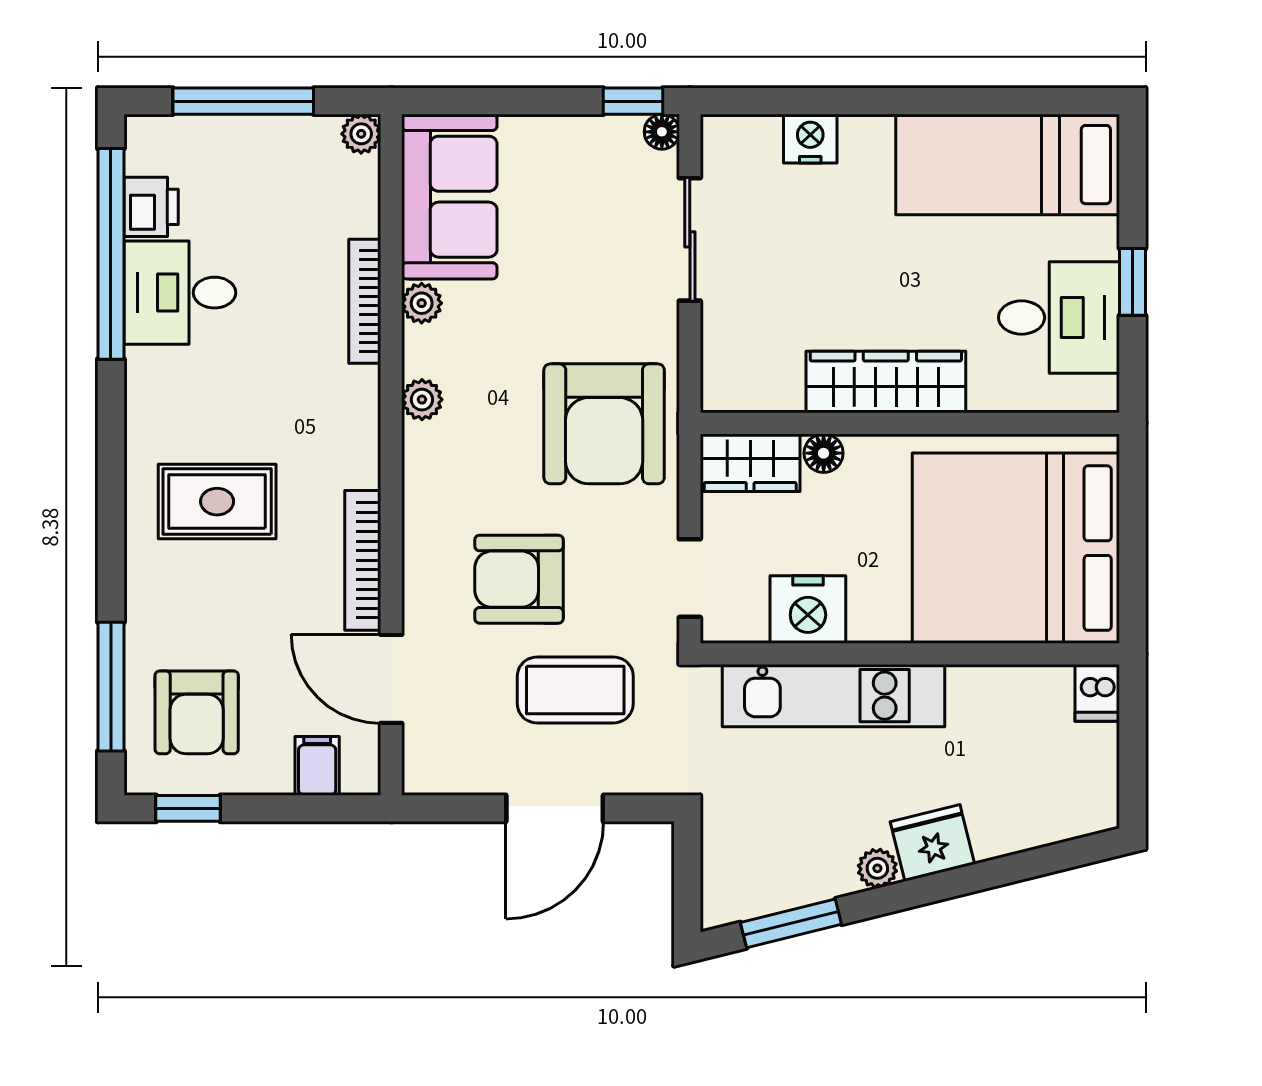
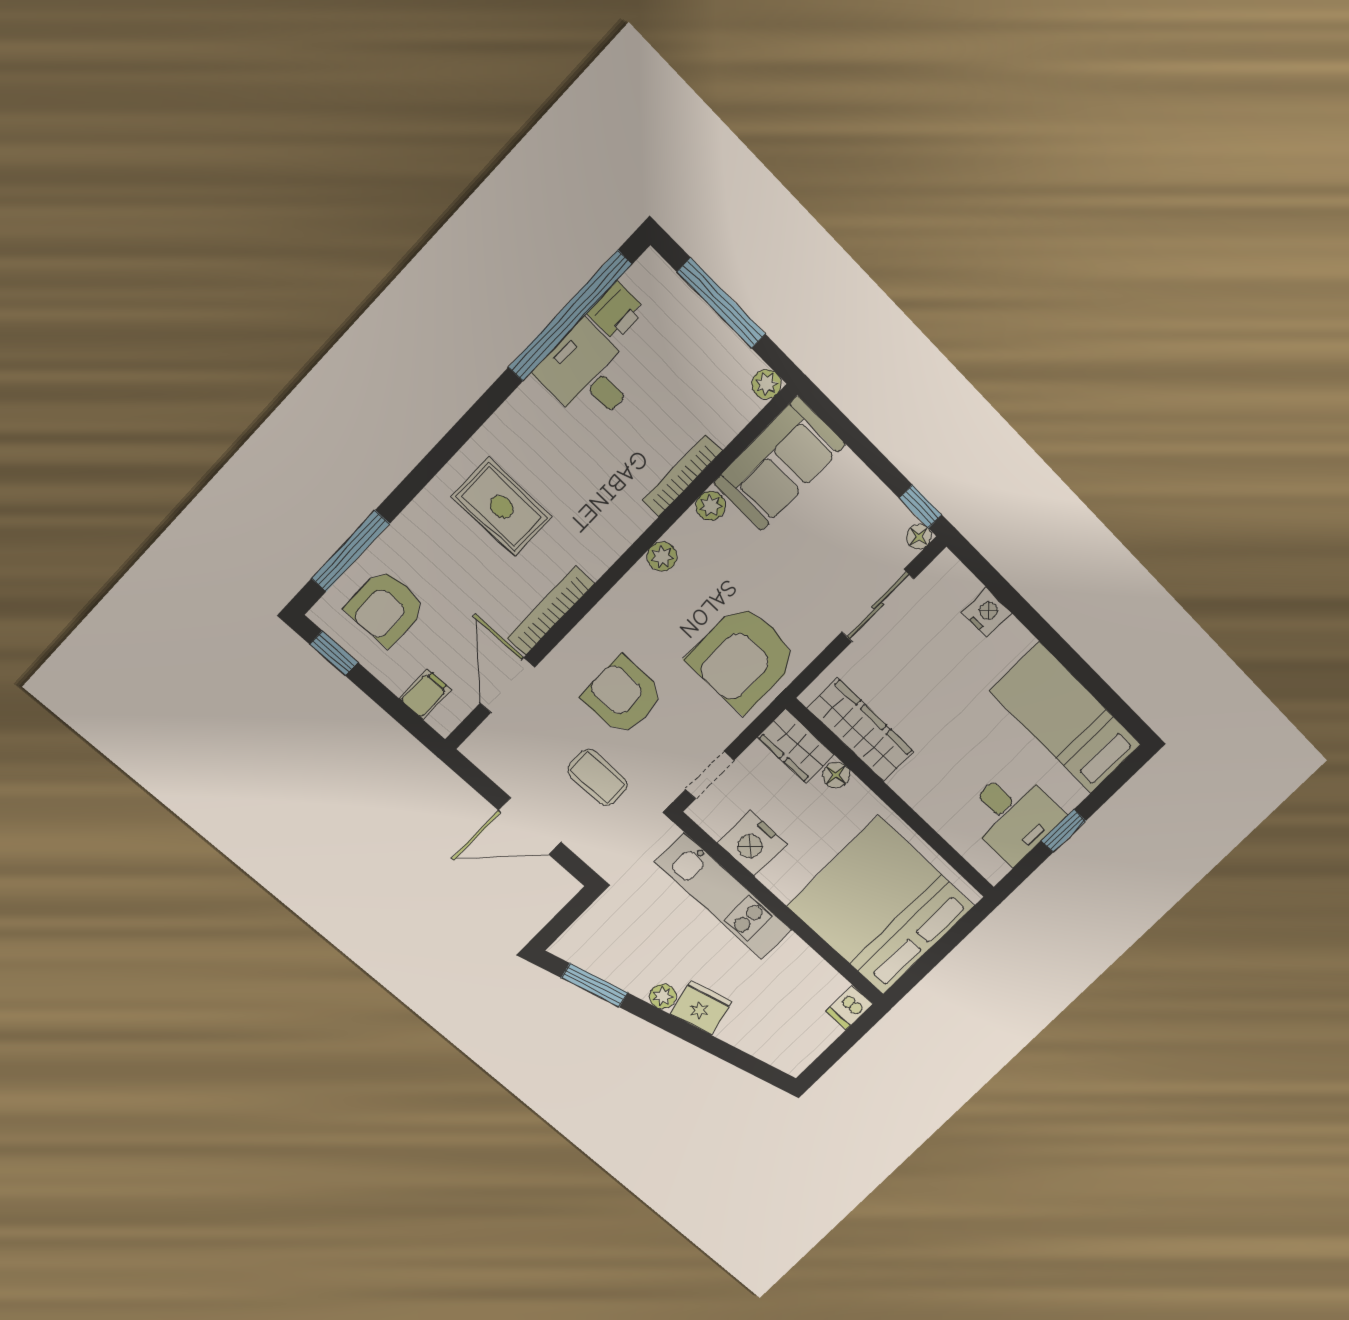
wardrobe: (886, 382) -> (861, 730), moved
coffee table: (575, 690) -> (598, 777), width x0.73, depth x0.77

